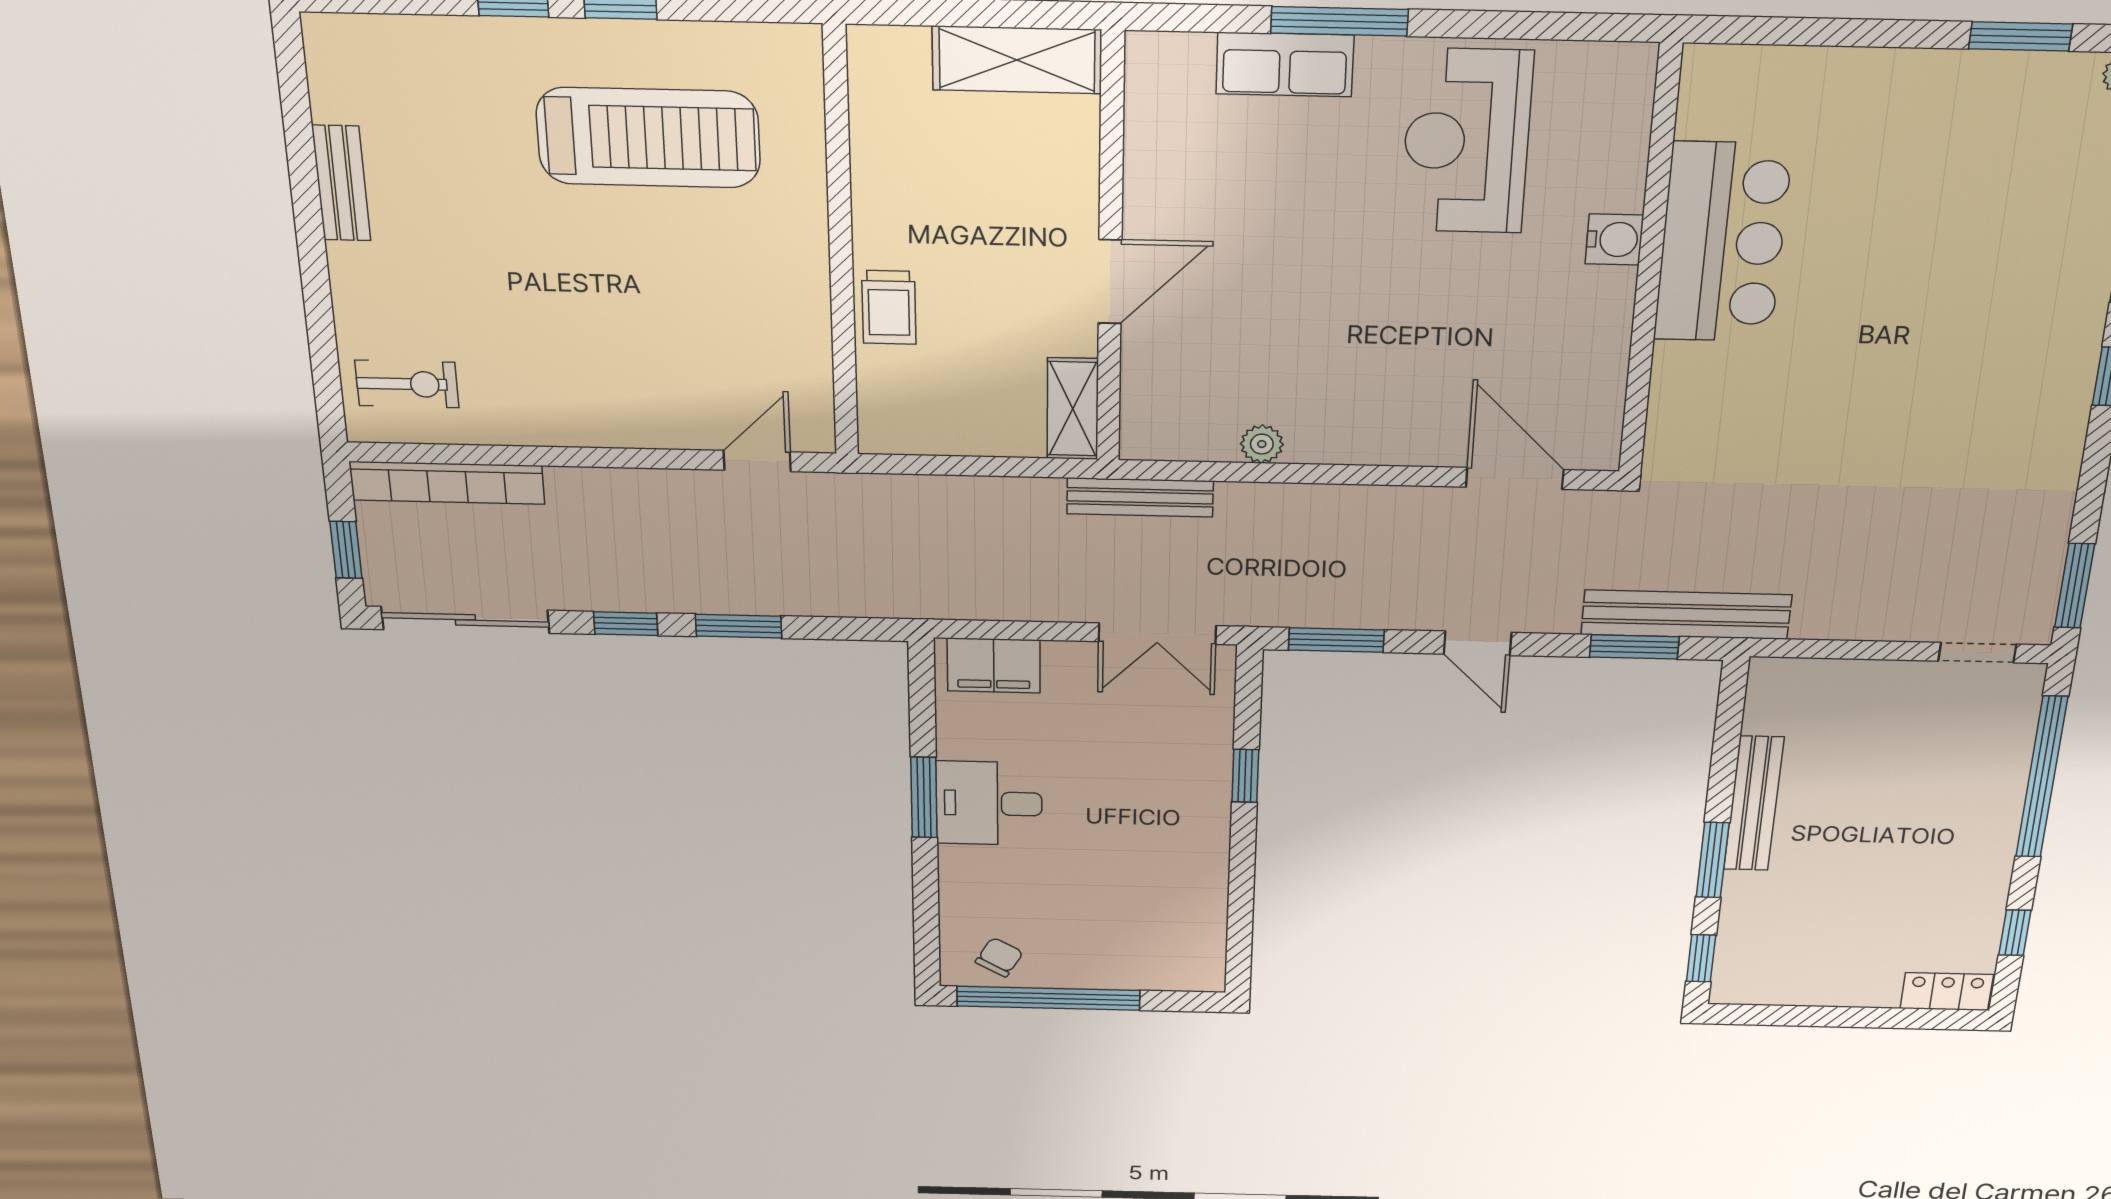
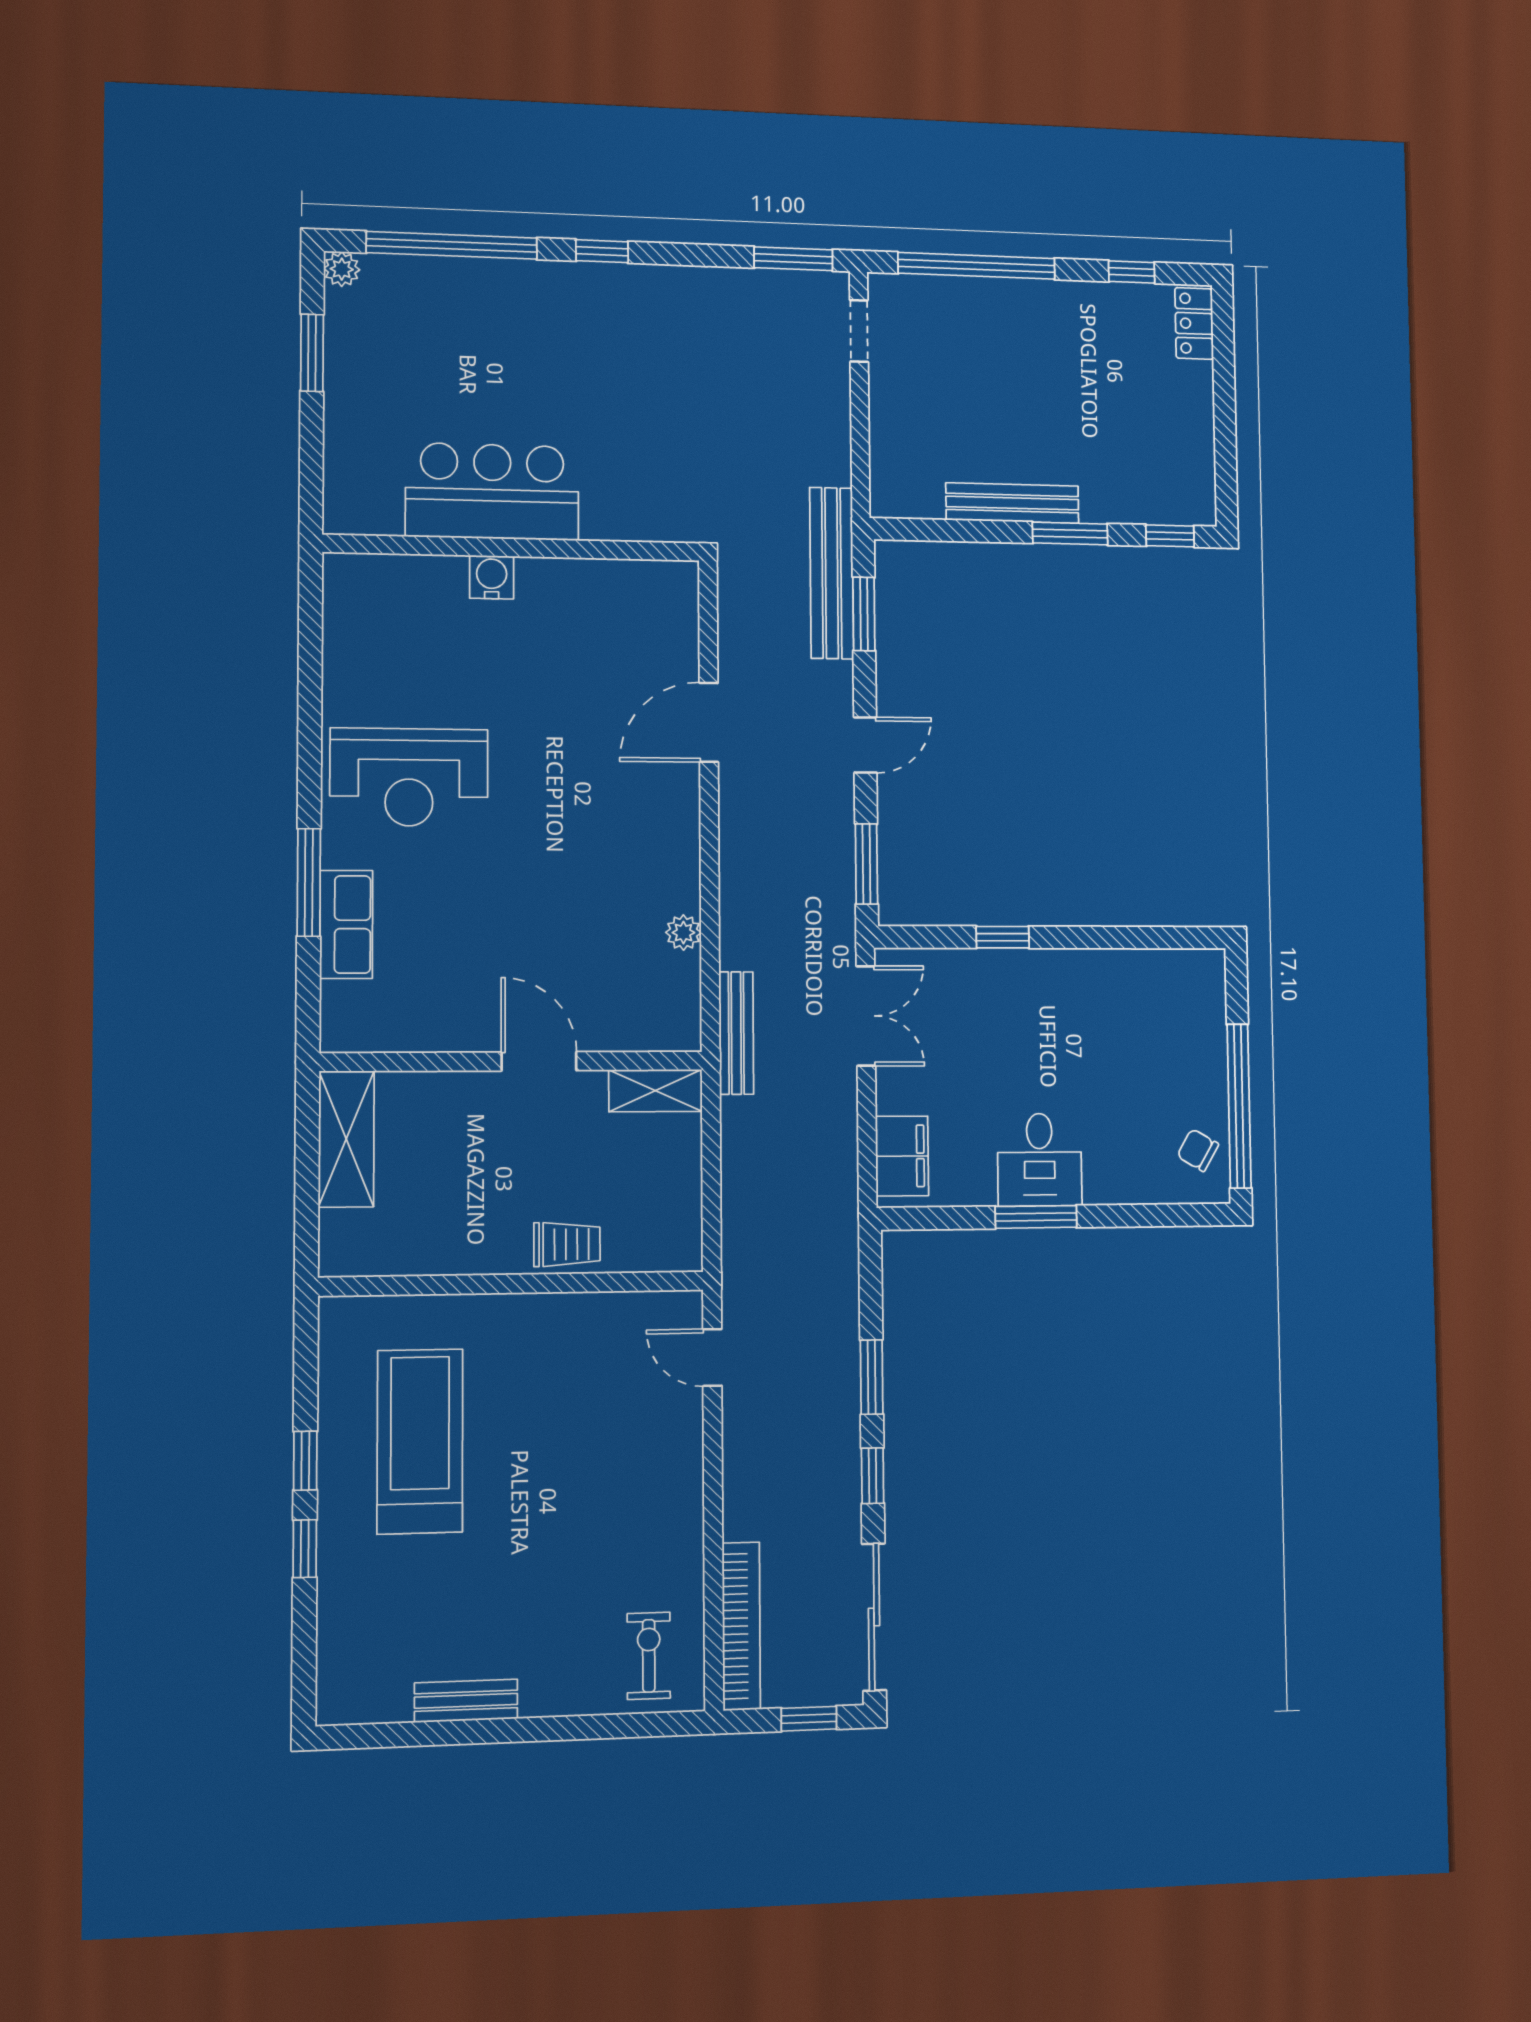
water cooler: (1614, 239) -> (492, 577), moved
bar counter: (1722, 243) -> (492, 492), moved
wall: (1650, 264) -> (513, 548), moved

